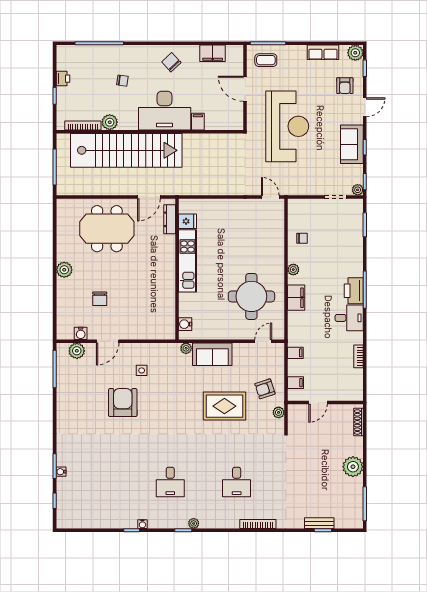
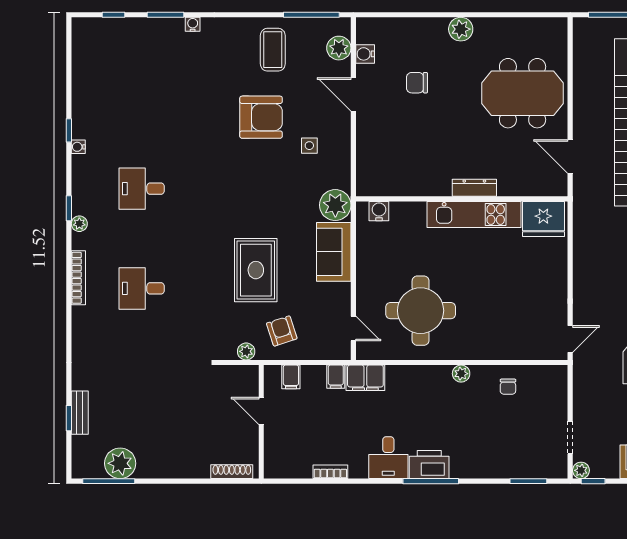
dresser: (170, 219) -> (474, 188), moved
fridge: (187, 221) -> (543, 219), width x1.88, depth x1.34
meeting table: (107, 229) -> (523, 93), turned 90
filing cabinet: (296, 298) -> (365, 378), moved
plant: (186, 348) -> (335, 205), width x1.87, depth x1.87
coffee table: (78, 395) -> (273, 50), added
plant: (353, 467) -> (120, 463), moved
water cooler: (61, 472) -> (193, 24), moved
bookcase: (258, 524) -> (78, 278), moved

